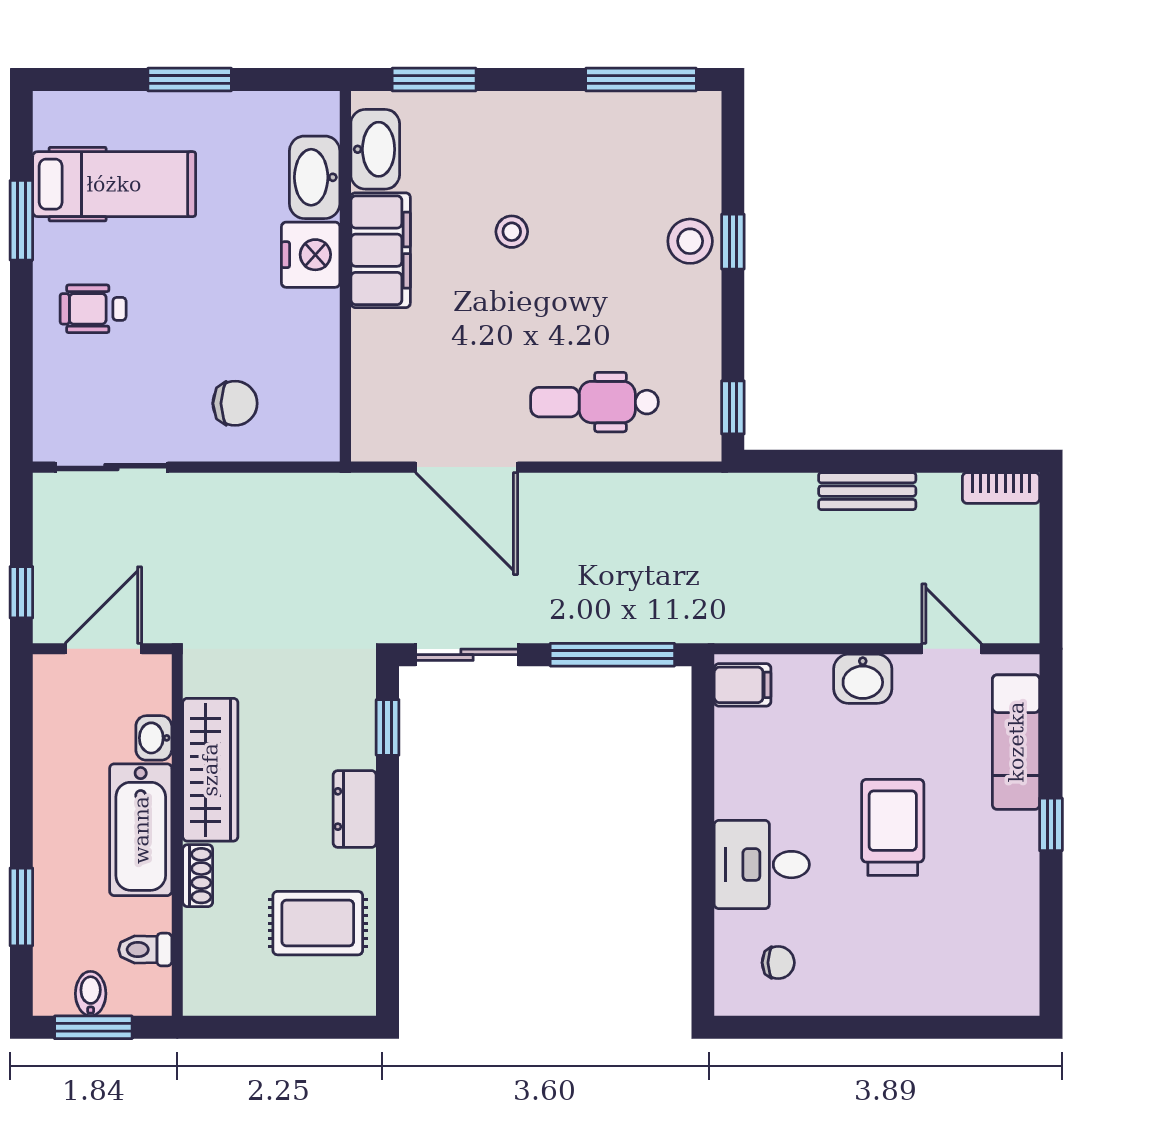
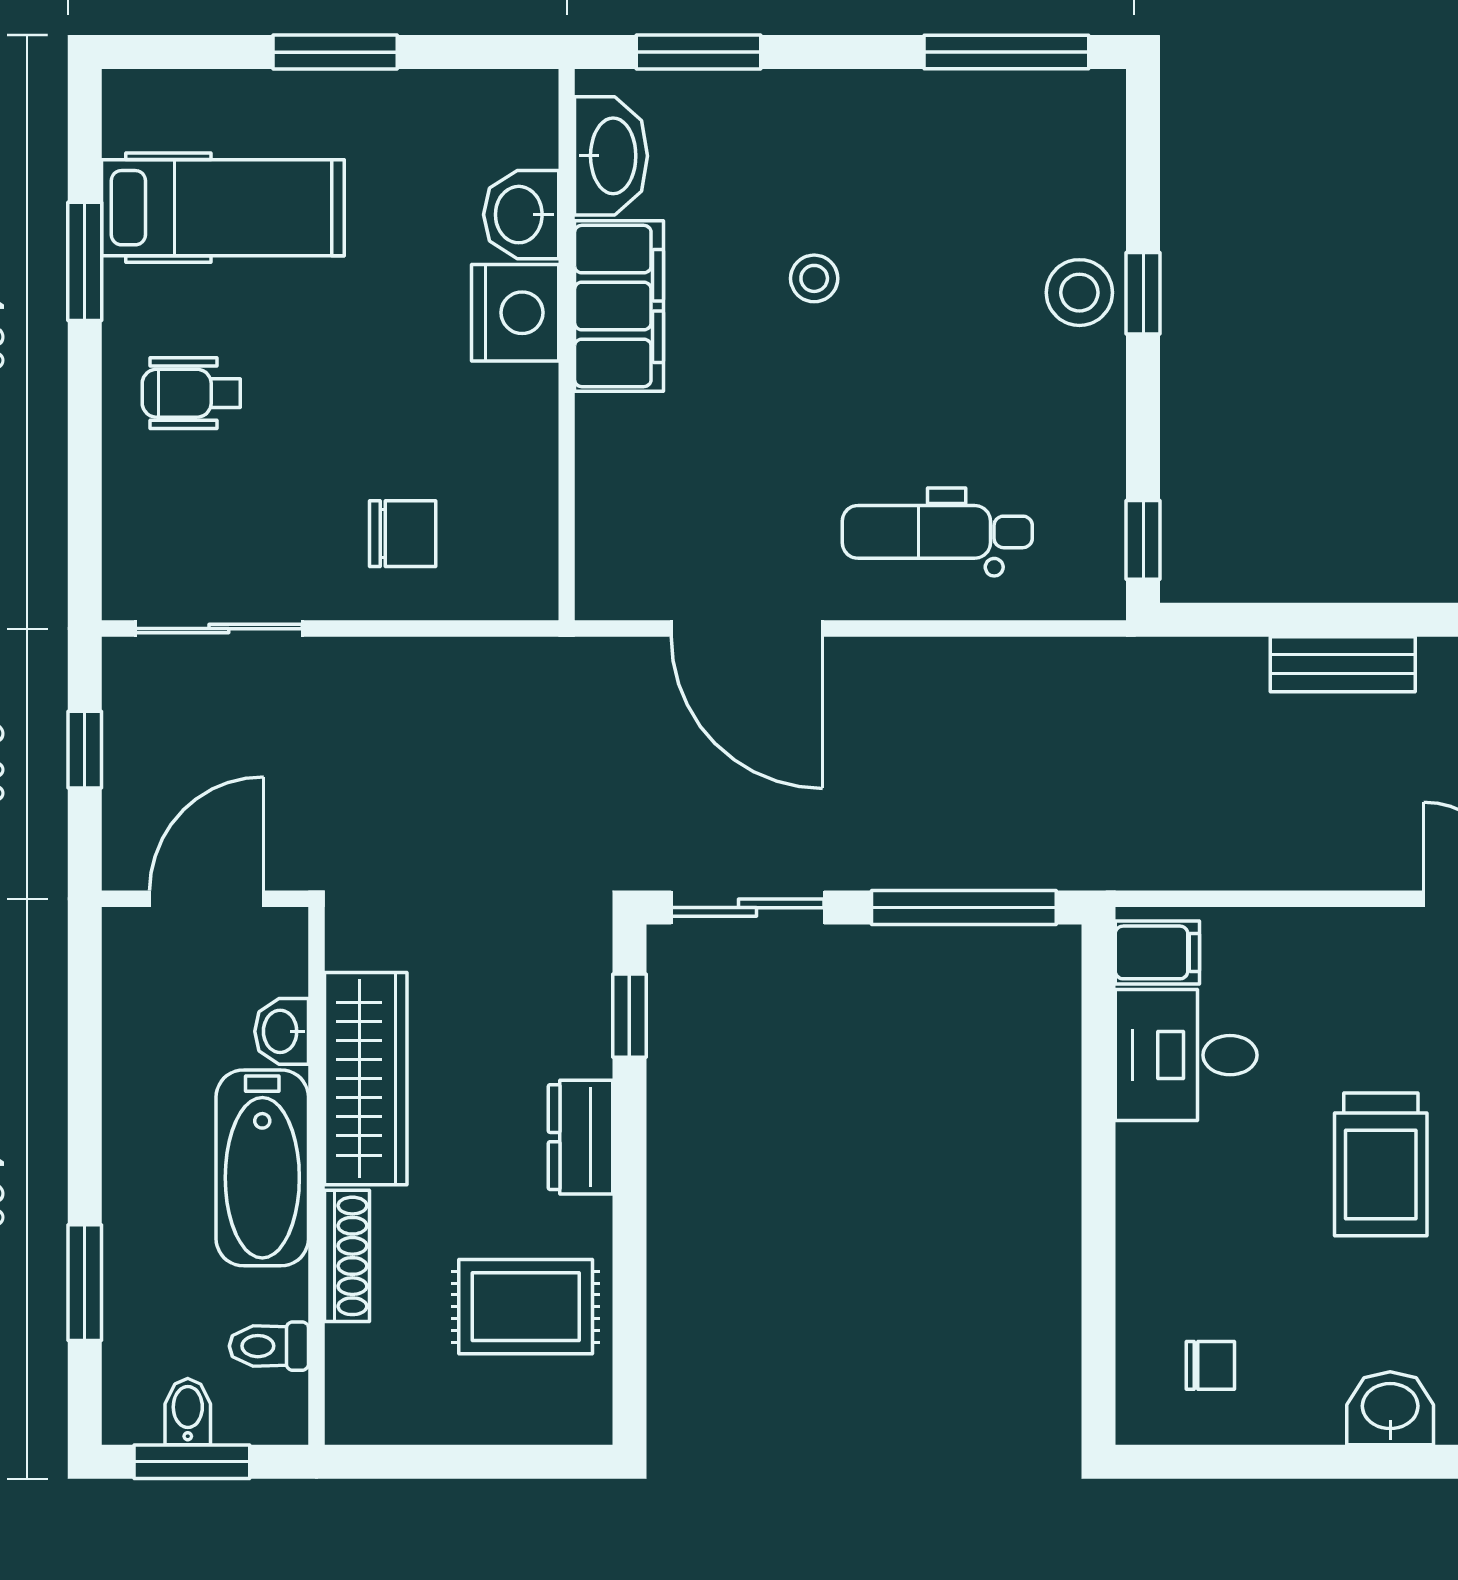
washbasin: (315, 177) -> (521, 215), width x0.72
window: (21, 592) -> (85, 750), moved
washbasin: (863, 679) -> (1390, 1408), moved, turned 180
trolley: (893, 827) -> (1381, 1164), turned 180
desk: (762, 865) -> (1186, 1055), moved
shoe rack: (198, 876) -> (347, 1256), width x1.43

